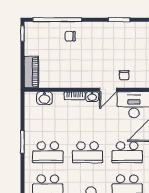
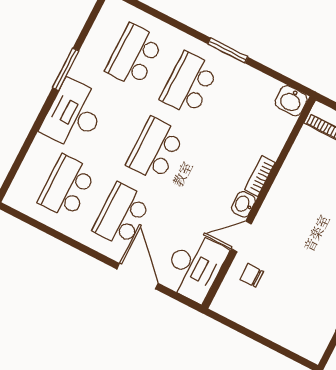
door: (108, 90) -> (241, 236), hinge flipped
washbasin: (44, 98) -> (291, 101), moved, turned -90

